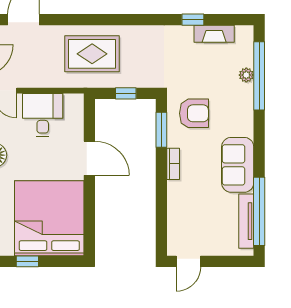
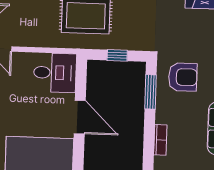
desk: (43, 115) -> (55, 73), moved, turned 90
bookcase: (173, 164) -> (160, 140), moved

